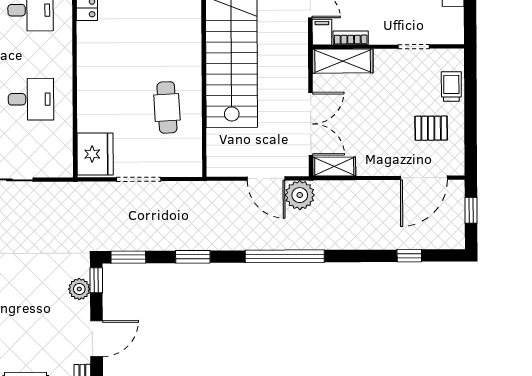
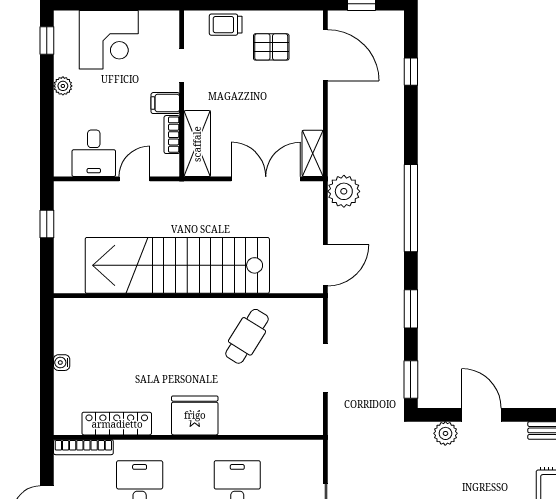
filing cabinet: (322, 32) -> (165, 103), moved
cafe table: (167, 107) -> (247, 336), turned -55
pallet: (431, 128) -> (271, 47), turned 90
fridge: (95, 154) -> (195, 415), moved
door: (266, 179) -> (325, 265), moved
window: (96, 280) -> (436, 415), removed
door: (97, 339) -> (481, 415), moved

